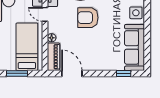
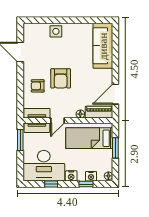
sofa: (134, 47) -> (103, 46), moved, turned 90
window: (124, 73) -> (115, 43), removed

